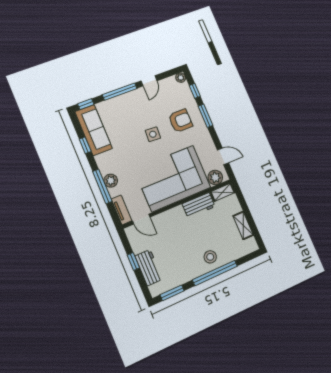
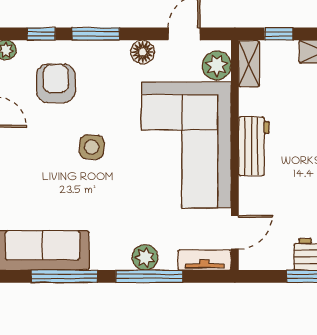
armchair: (180, 121) -> (56, 83), moved
floor lamp: (207, 141) -> (143, 52), added
window: (85, 145) -> (64, 276), width x2.17
window: (242, 200) -> (279, 34), added
workbench: (199, 205) -> (254, 146), moved

